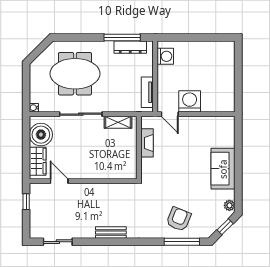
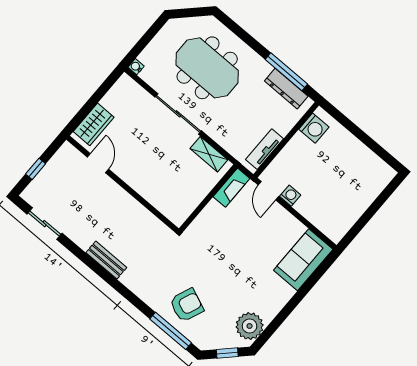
washing machine: (190, 101) -> (290, 196), width x0.53, depth x0.53
boiler: (41, 135) -> (120, 100), removed
fireplace: (147, 143) -> (231, 188), moved
sofa: (223, 169) -> (303, 260), moved
window: (26, 202) -> (36, 169), moved
plant: (229, 205) -> (250, 326), width x1.87, depth x1.87

